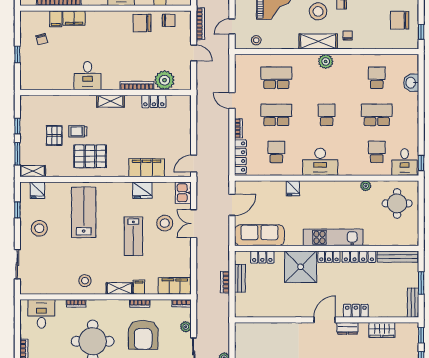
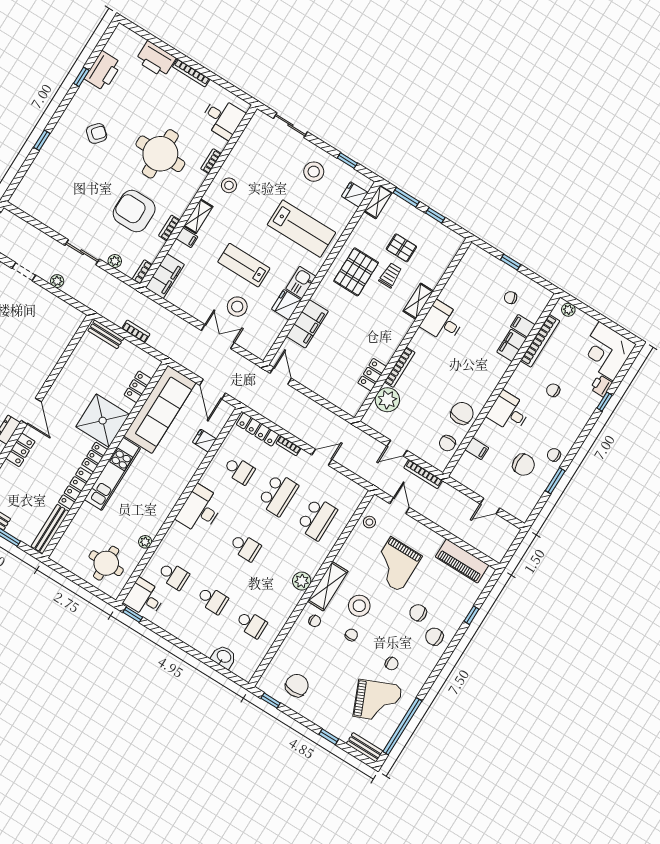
shelving: (111, 101) -> (418, 301), moved
school desk: (377, 115) -> (212, 600), width x0.54
fridge: (293, 188) -> (205, 441), moved
kitchen sink: (183, 193) -> (301, 282), moved, turned -90
sofa: (259, 235) -> (160, 409), width x1.36, depth x1.27
bench: (240, 278) -> (106, 334), moved

